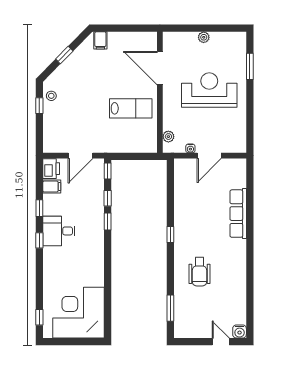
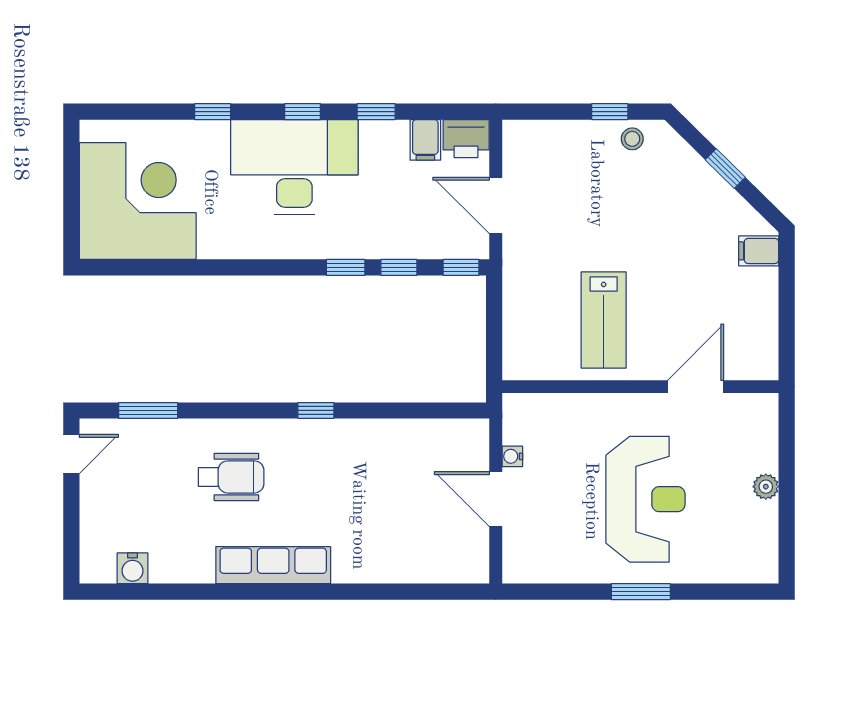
window: (250, 66) -> (641, 592), moved
door: (160, 68) -> (696, 387), width x0.73
plant: (168, 137) -> (539, 406), removed
row of seats: (238, 214) -> (273, 565), moved
desk: (59, 231) -> (294, 167), width x1.87, depth x1.30
wheelchair: (199, 272) -> (231, 477), turned 180
window: (39, 317) -> (213, 112), moved
water cooler: (240, 331) -> (133, 568), moved, turned -90
door: (221, 342) -> (71, 454), moved

